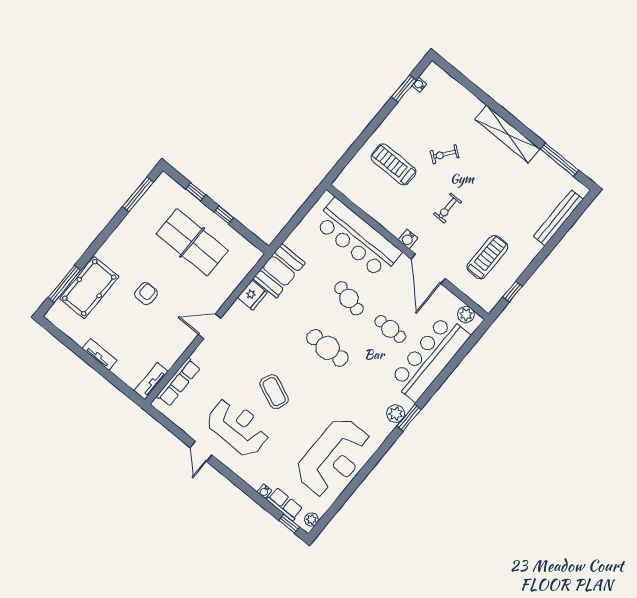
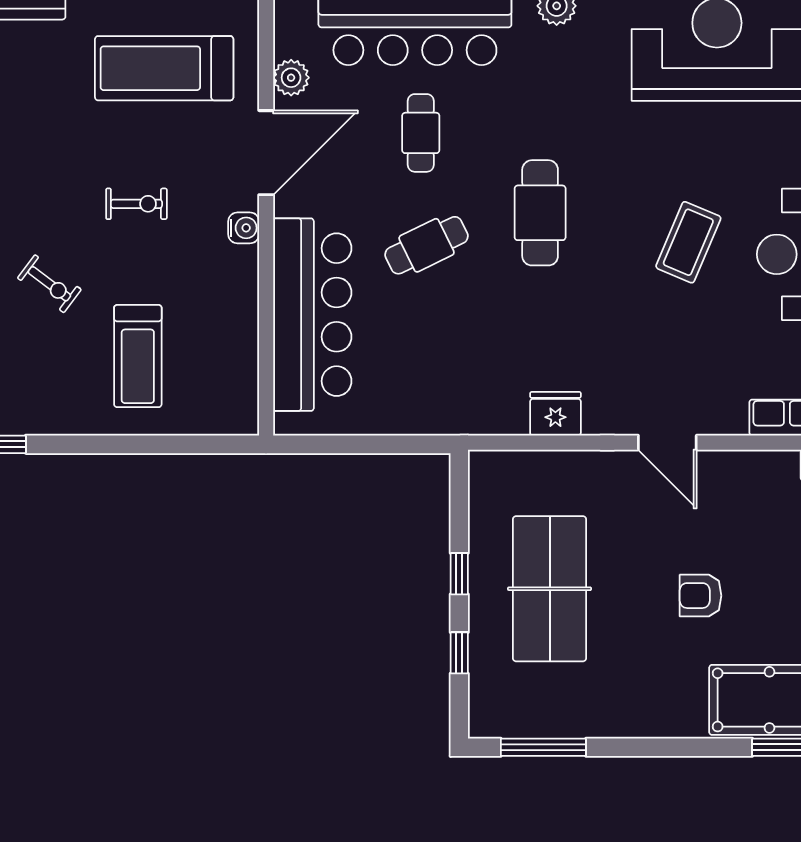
treadmill: (487, 257) -> (164, 68), width x1.37, depth x1.38
booth: (279, 271) -> (477, 402), removed
cafe table: (349, 298) -> (427, 245), turned 50
plant: (466, 314) -> (291, 78), moved

